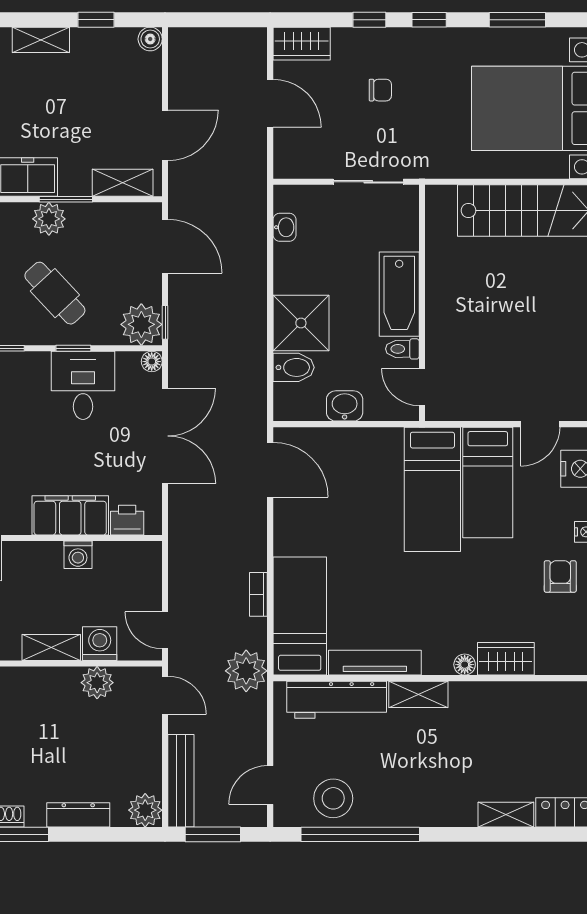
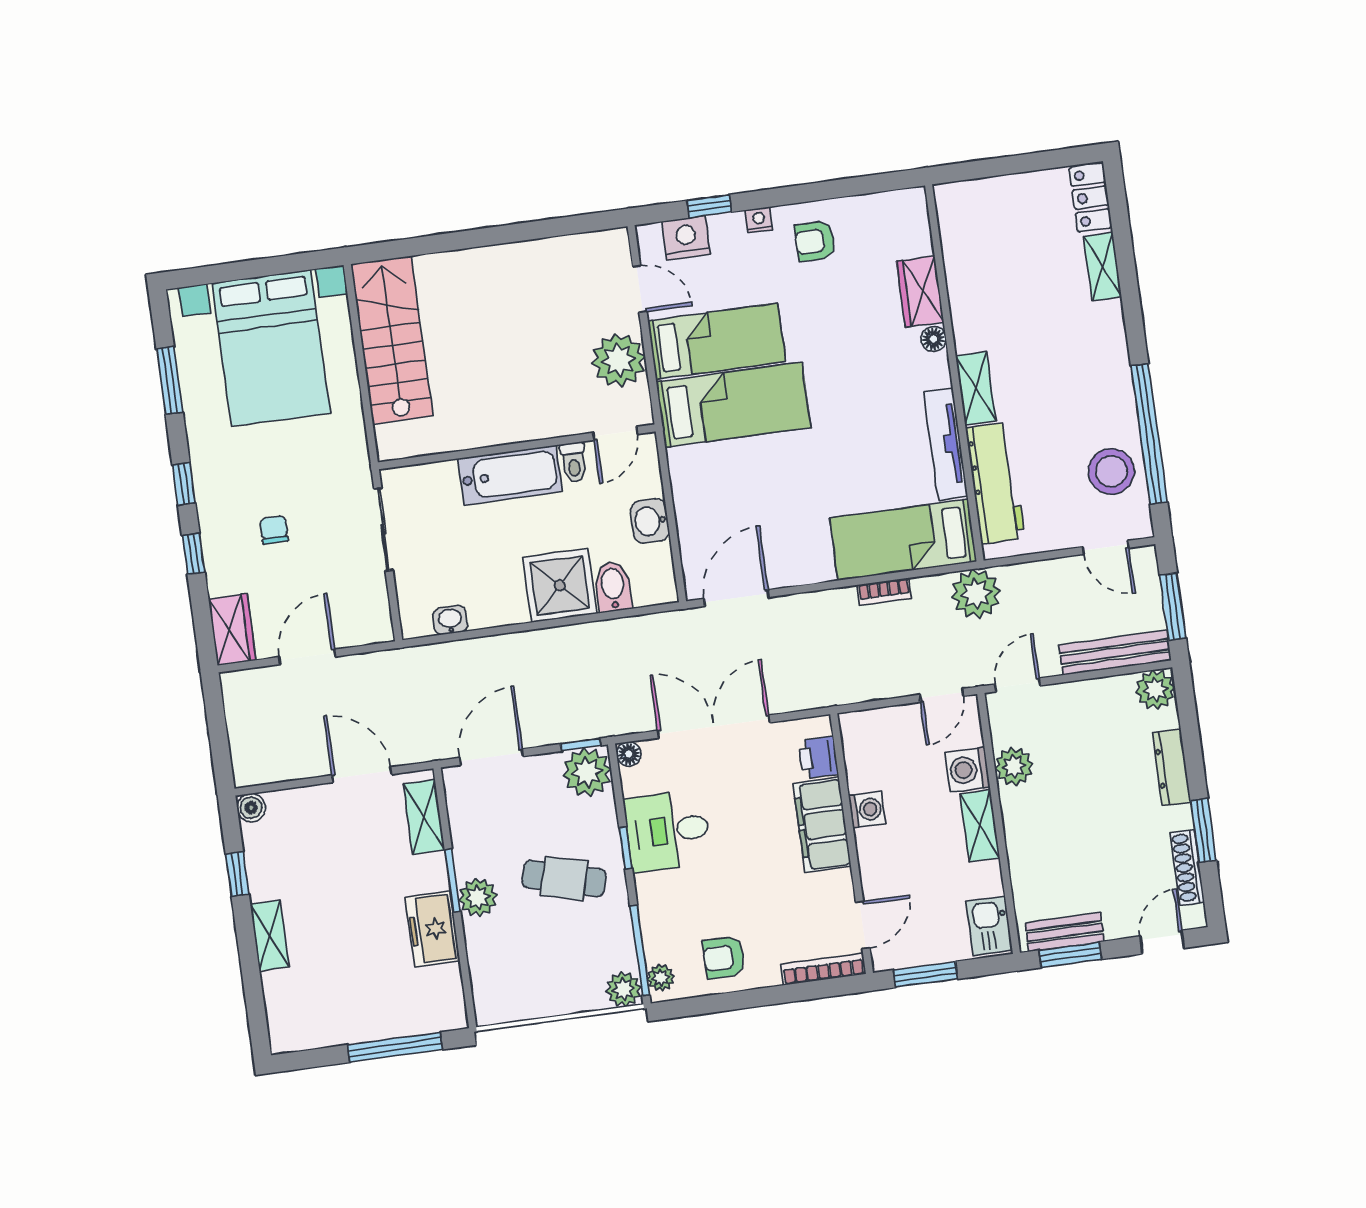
cafe table: (55, 293) -> (564, 878), turned 58
plant: (483, 398) -> (619, 360), added

